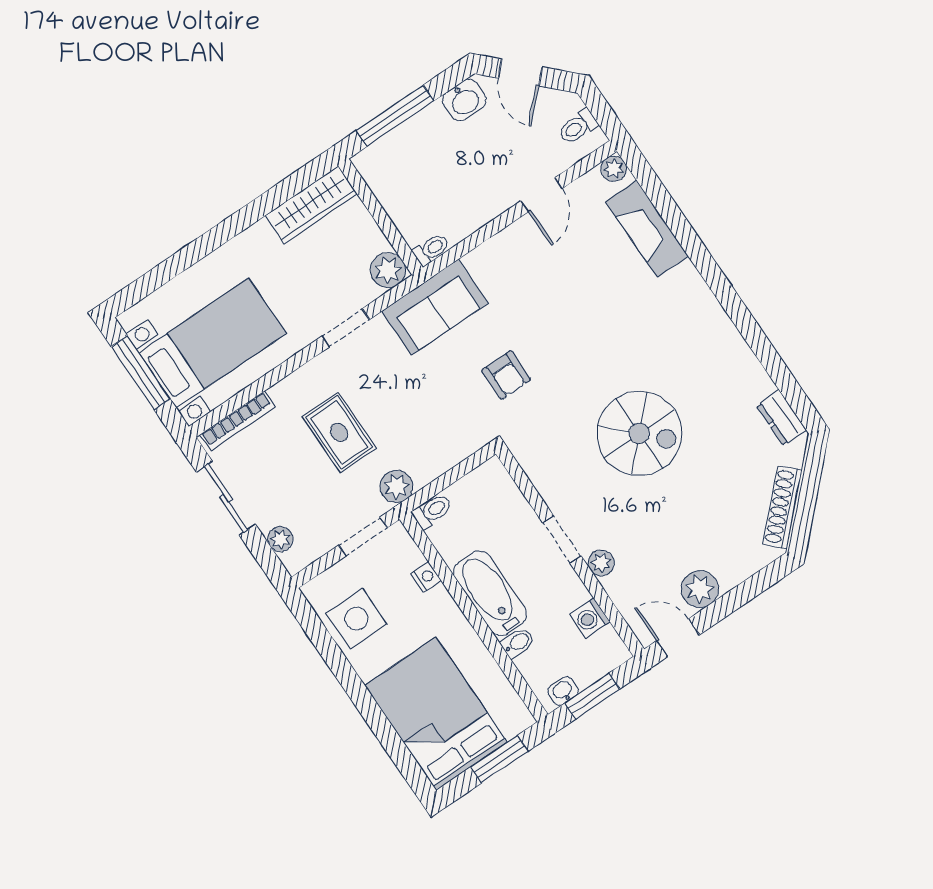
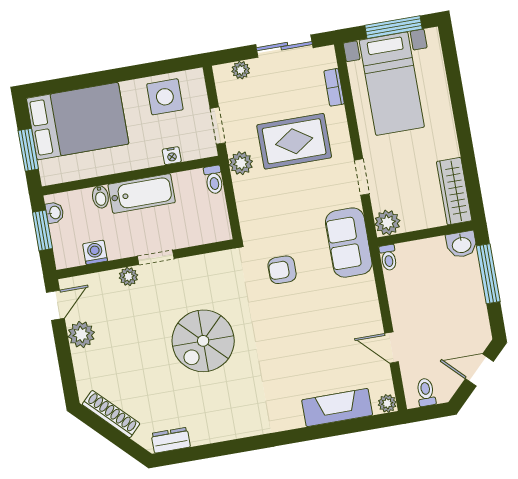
washbasin: (464, 100) -> (461, 244), moved, turned -90
bookcase: (238, 421) -> (334, 87), width x0.64
rug: (339, 432) -> (294, 141), width x1.36, depth x1.43

